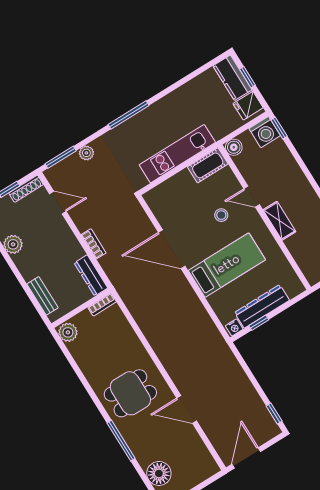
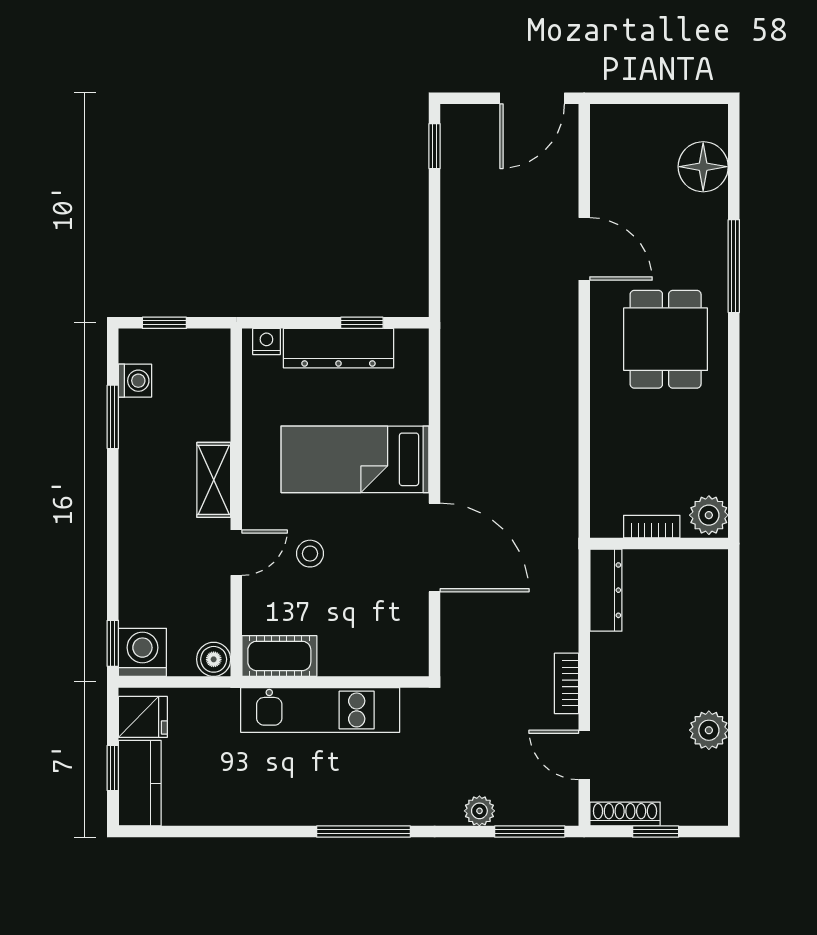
door: (252, 197) -> (236, 553), hinge flipped
bookcase: (94, 244) -> (567, 683), moved
bench: (42, 296) -> (713, 607), removed
bookcase: (102, 305) -> (652, 527), moved
nightstand: (234, 327) -> (266, 341), moved
dining table: (130, 393) -> (666, 339), turned 90

